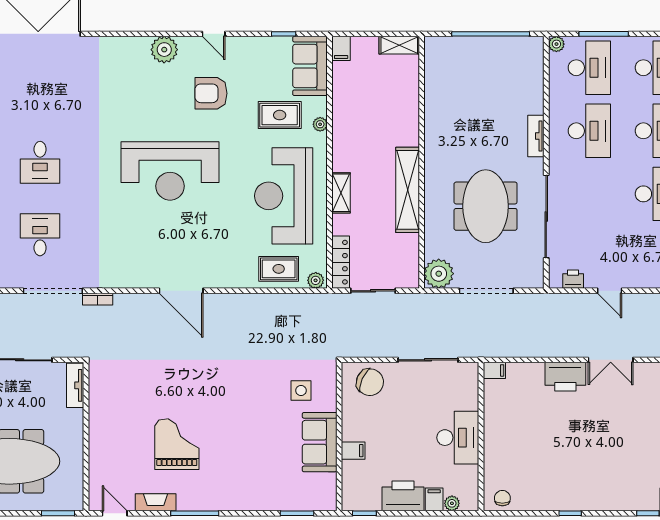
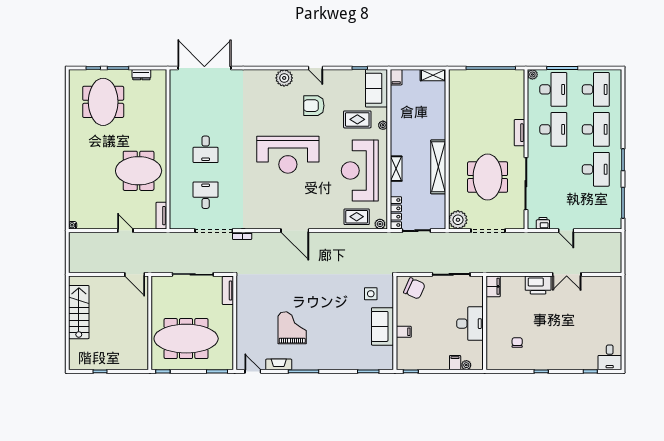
filing cabinet: (494, 370) -> (493, 286), width x2.00
printer: (403, 496) -> (435, 360), removed
chair: (502, 498) -> (517, 343), moved

